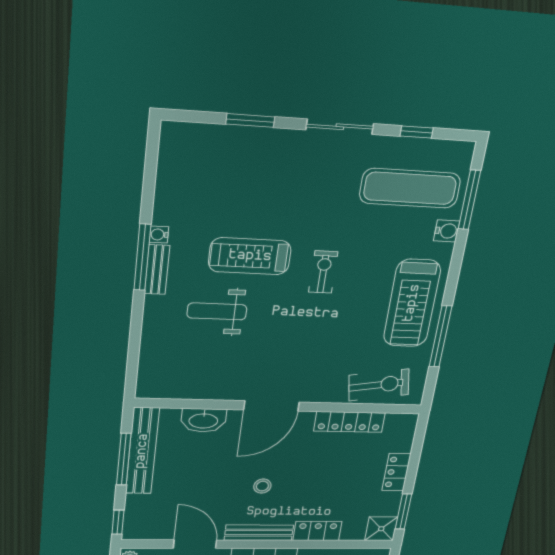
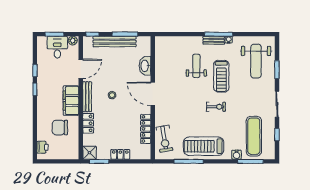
weight bench: (222, 172) -> (256, 61), added
treadmill: (250, 256) -> (221, 76), turned 180
bench: (142, 451) -> (115, 42), moved

